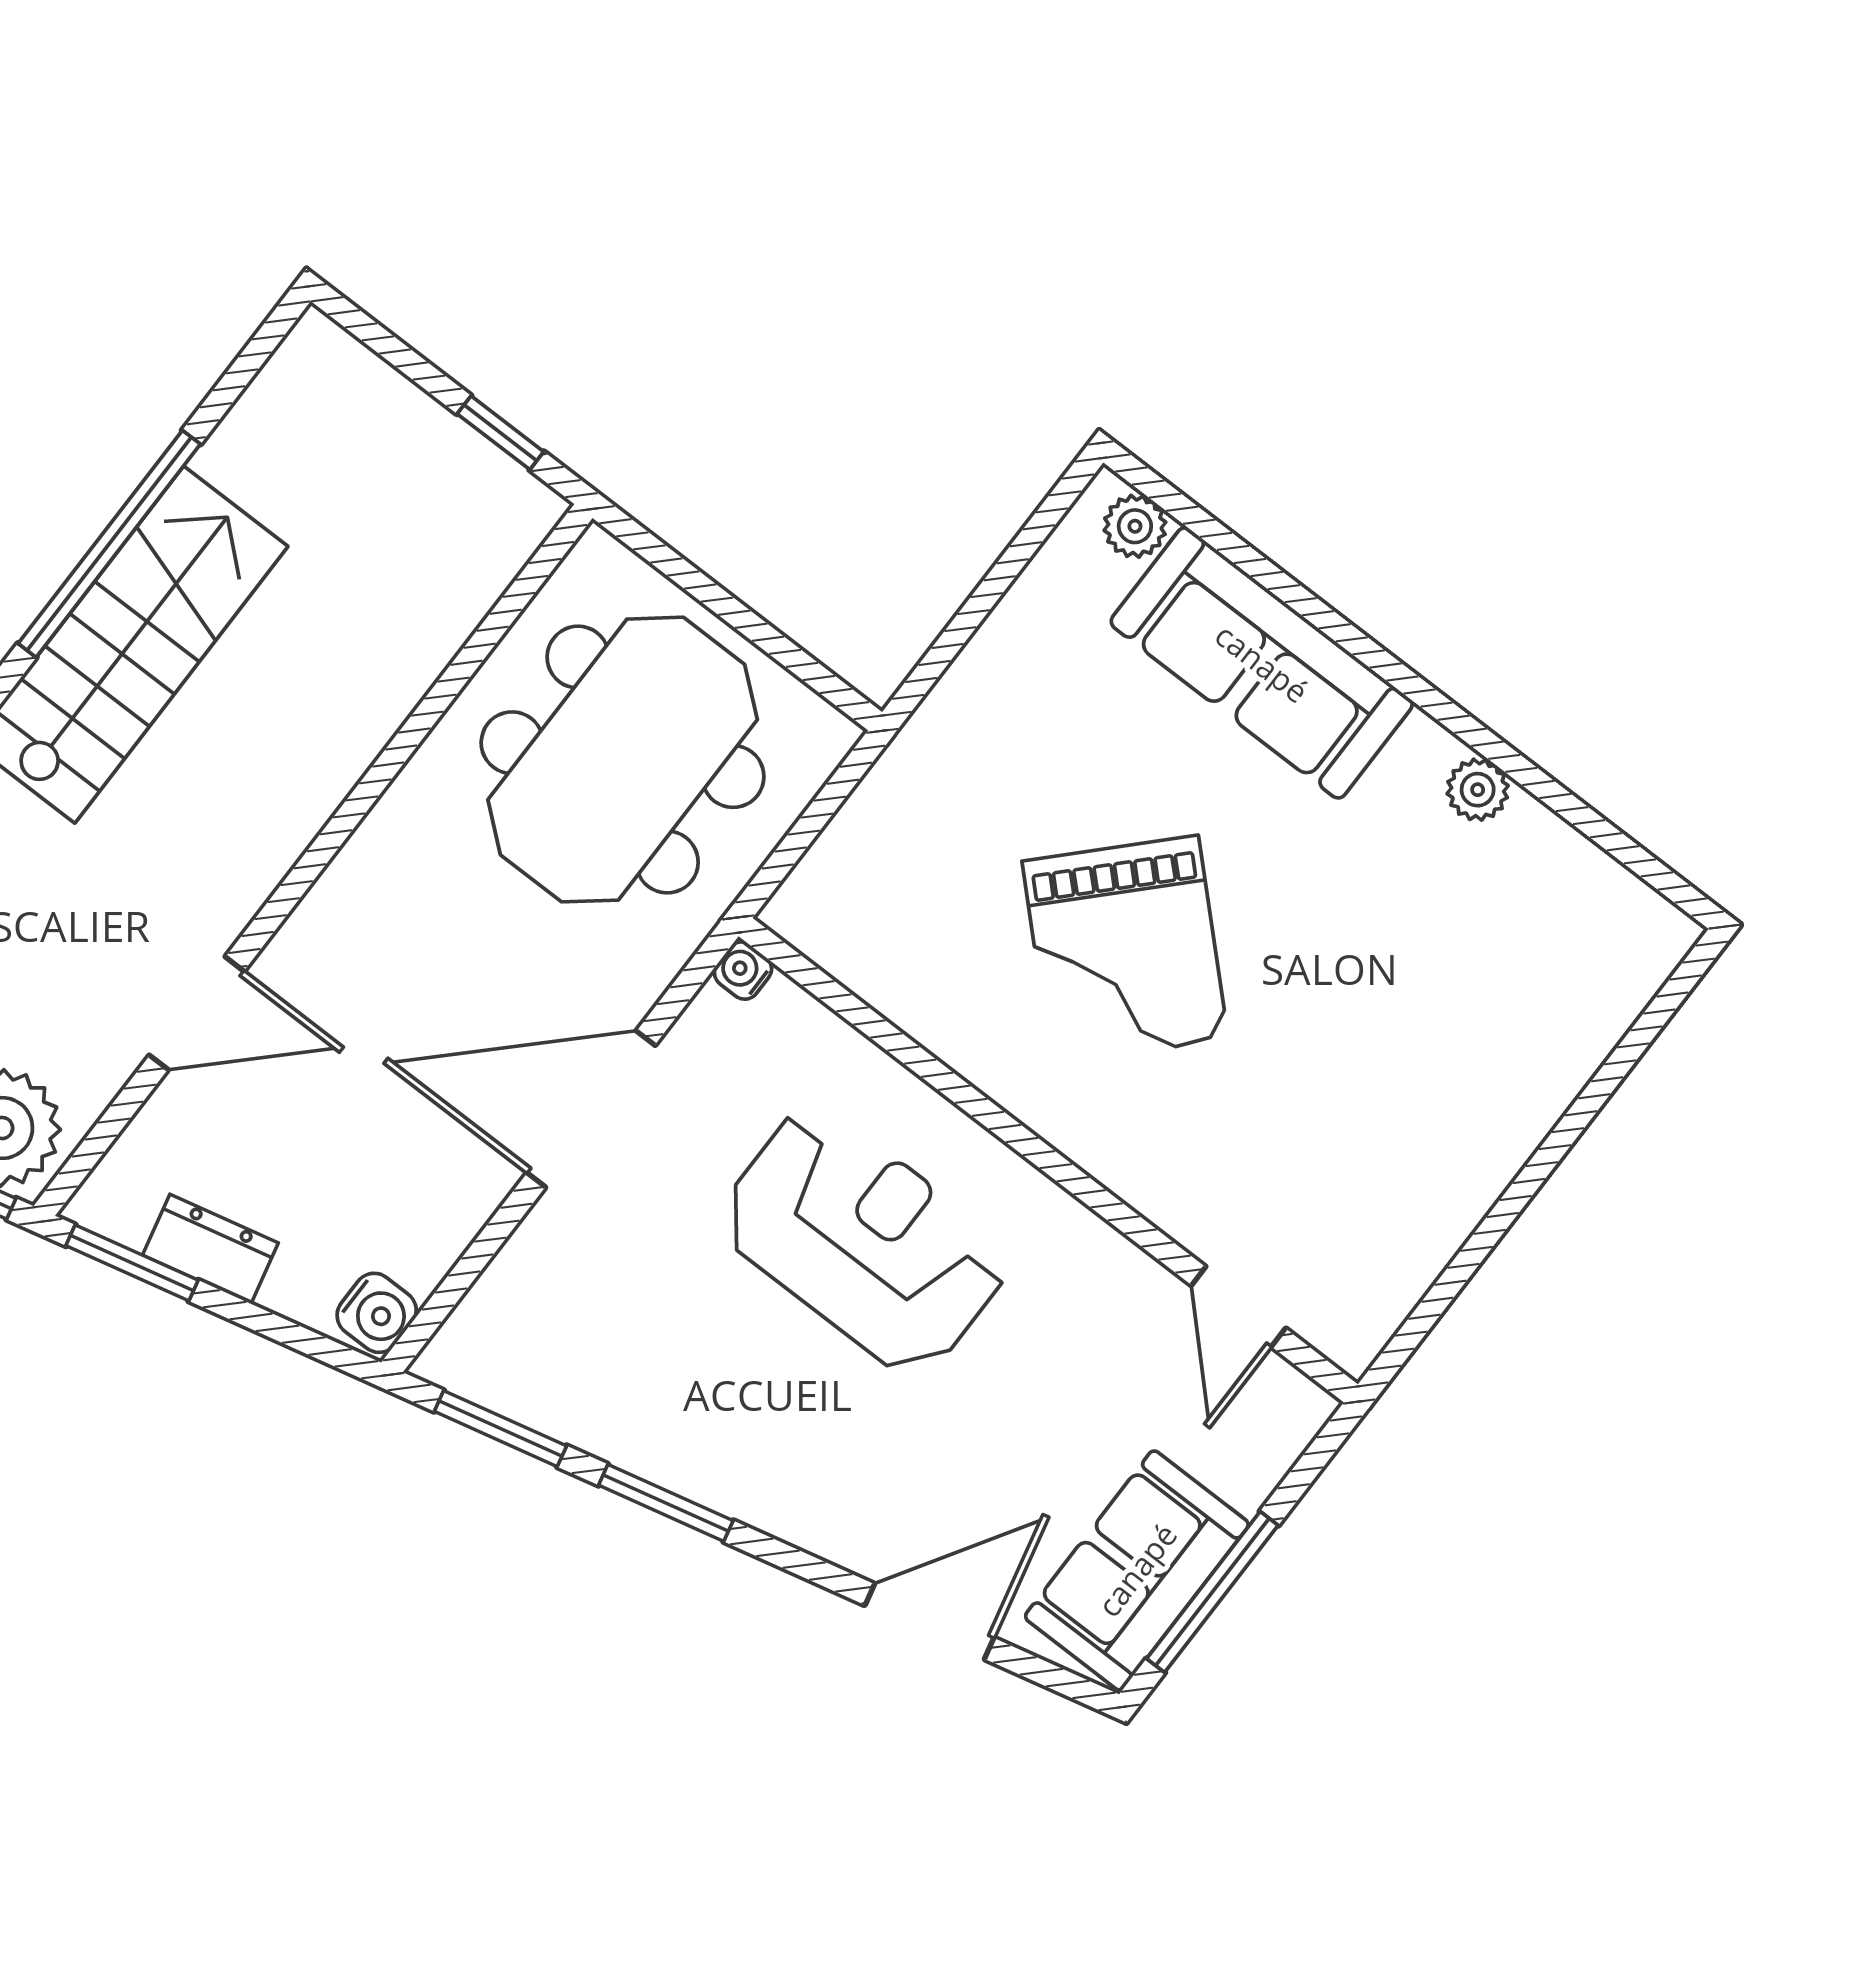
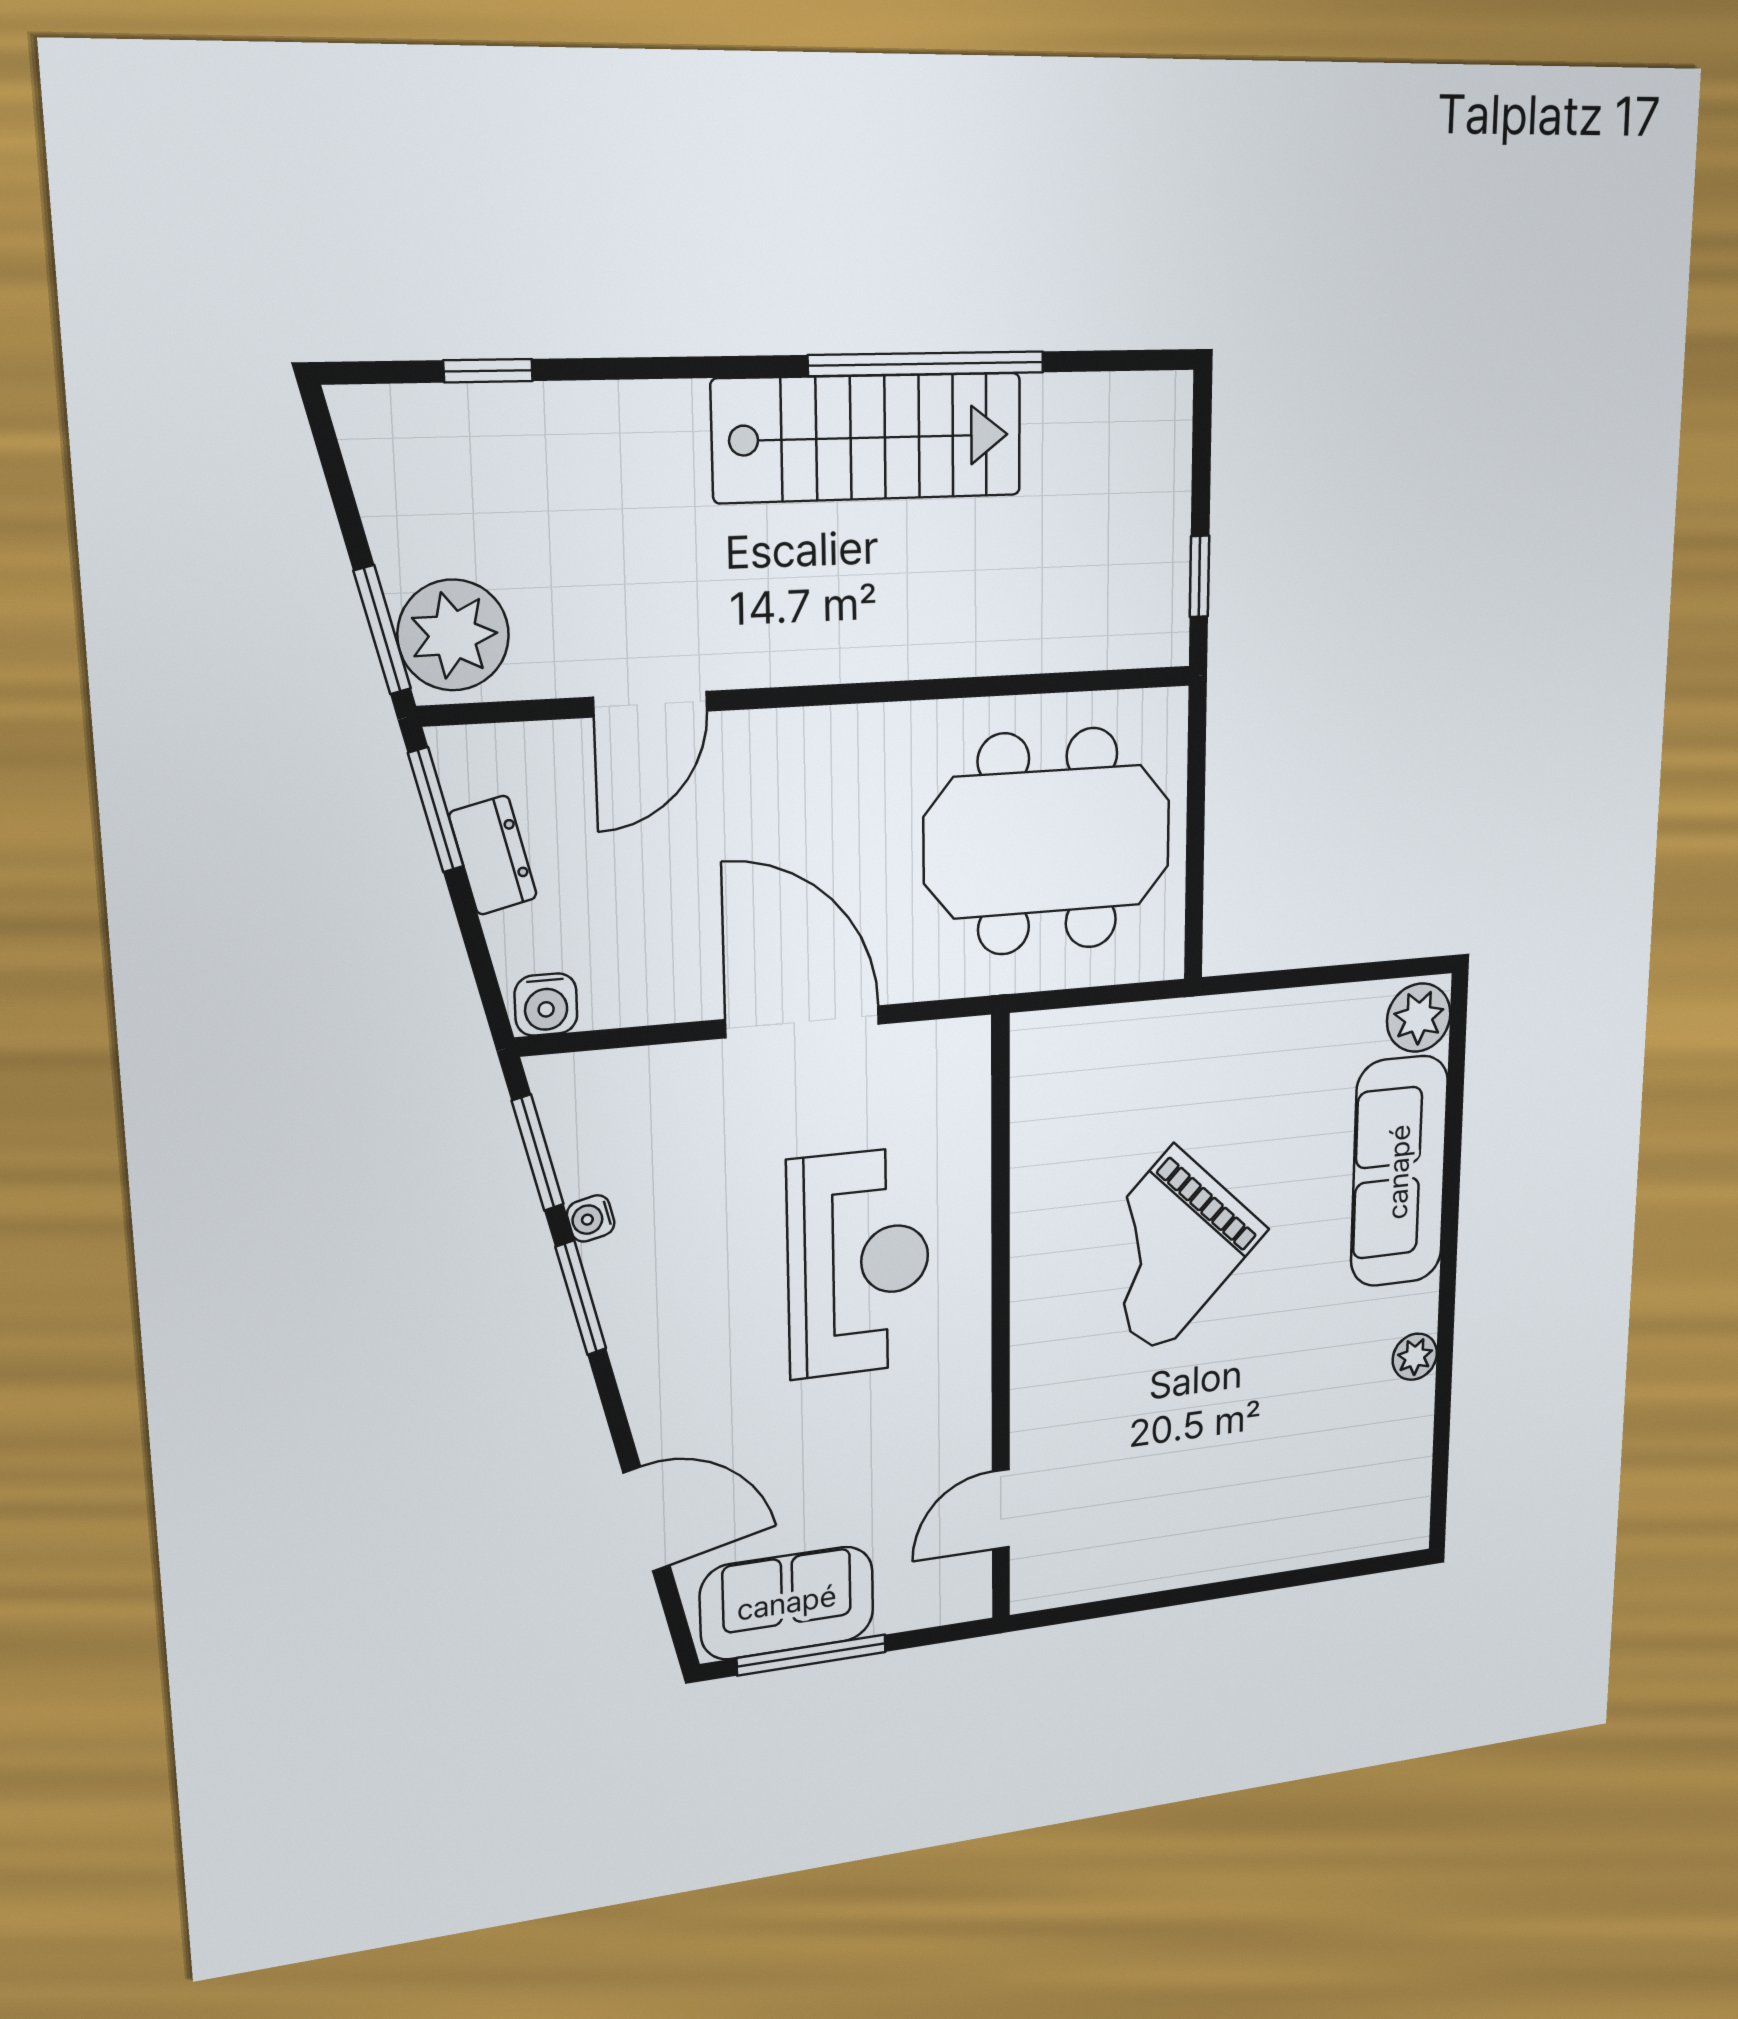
plant: (1135, 526) -> (1419, 1018), width x1.38, depth x1.38
water cooler: (743, 971) -> (591, 1218), moved, turned -103
door: (197, 1013) -> (650, 704), hinge flipped

